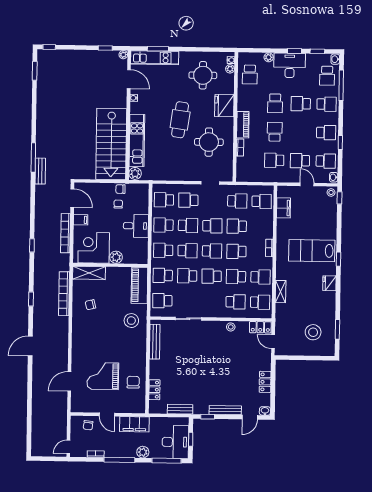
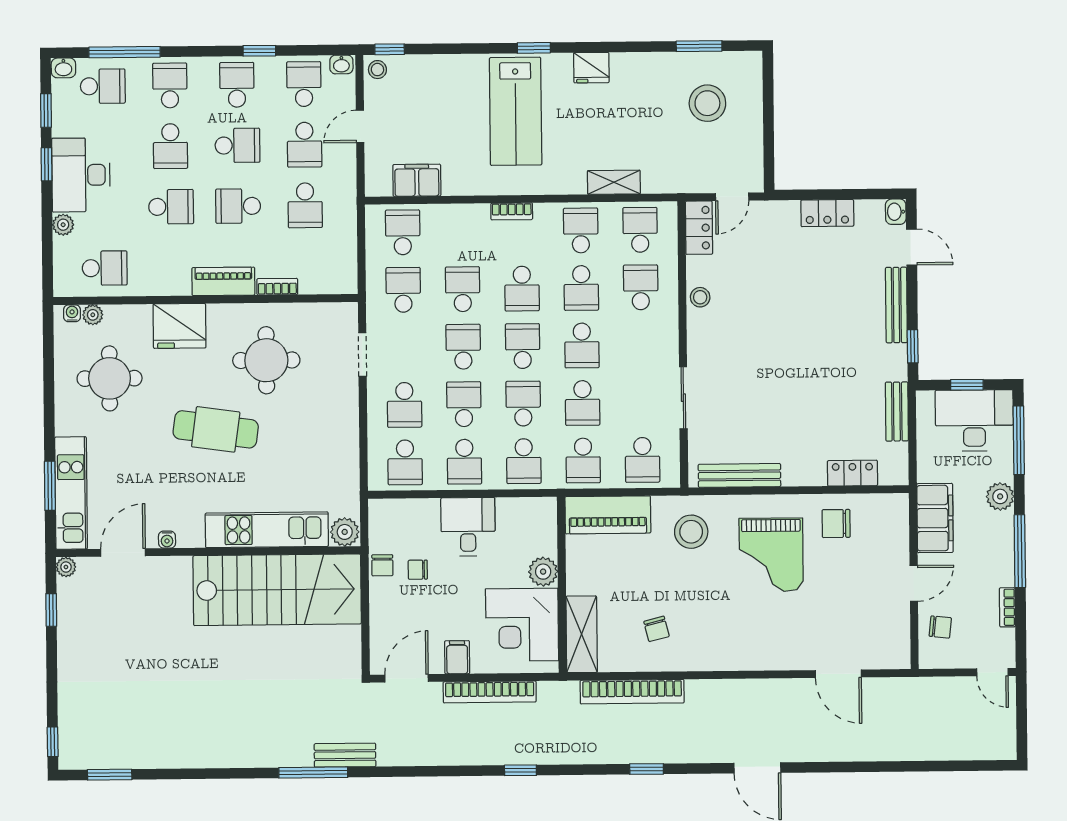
school desk: (300, 132) -> (237, 145), added
school desk: (237, 226) -> (463, 289), turned 180
grand piano: (103, 376) -> (771, 555), moved

